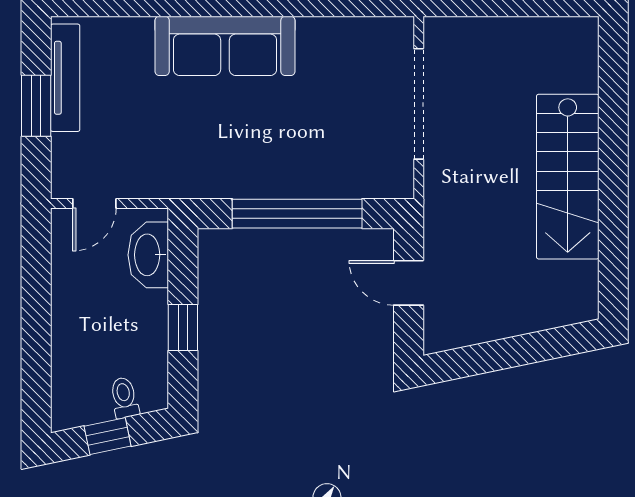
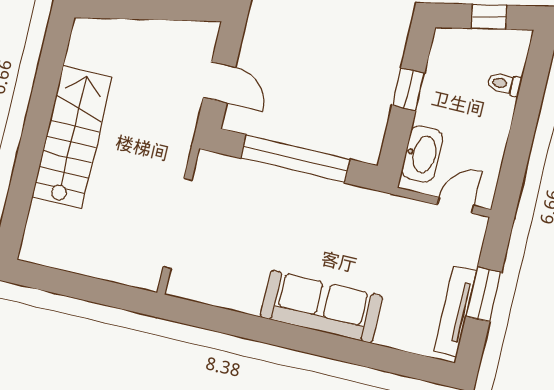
toilet: (124, 398) -> (504, 84), moved, turned 102

